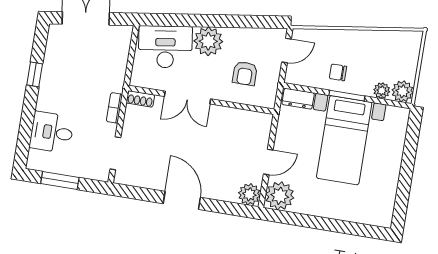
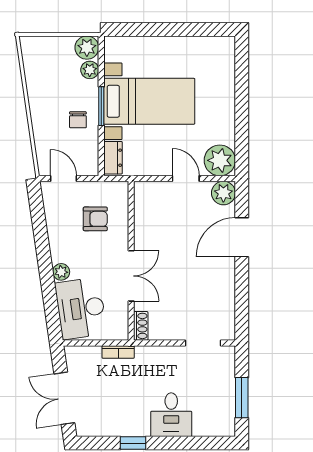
plant: (208, 41) -> (61, 272), width x0.53, depth x0.53
bookcase: (114, 108) -> (118, 352), moved
desk: (52, 132) -> (171, 415), moved
door: (182, 200) -> (242, 237), moved

